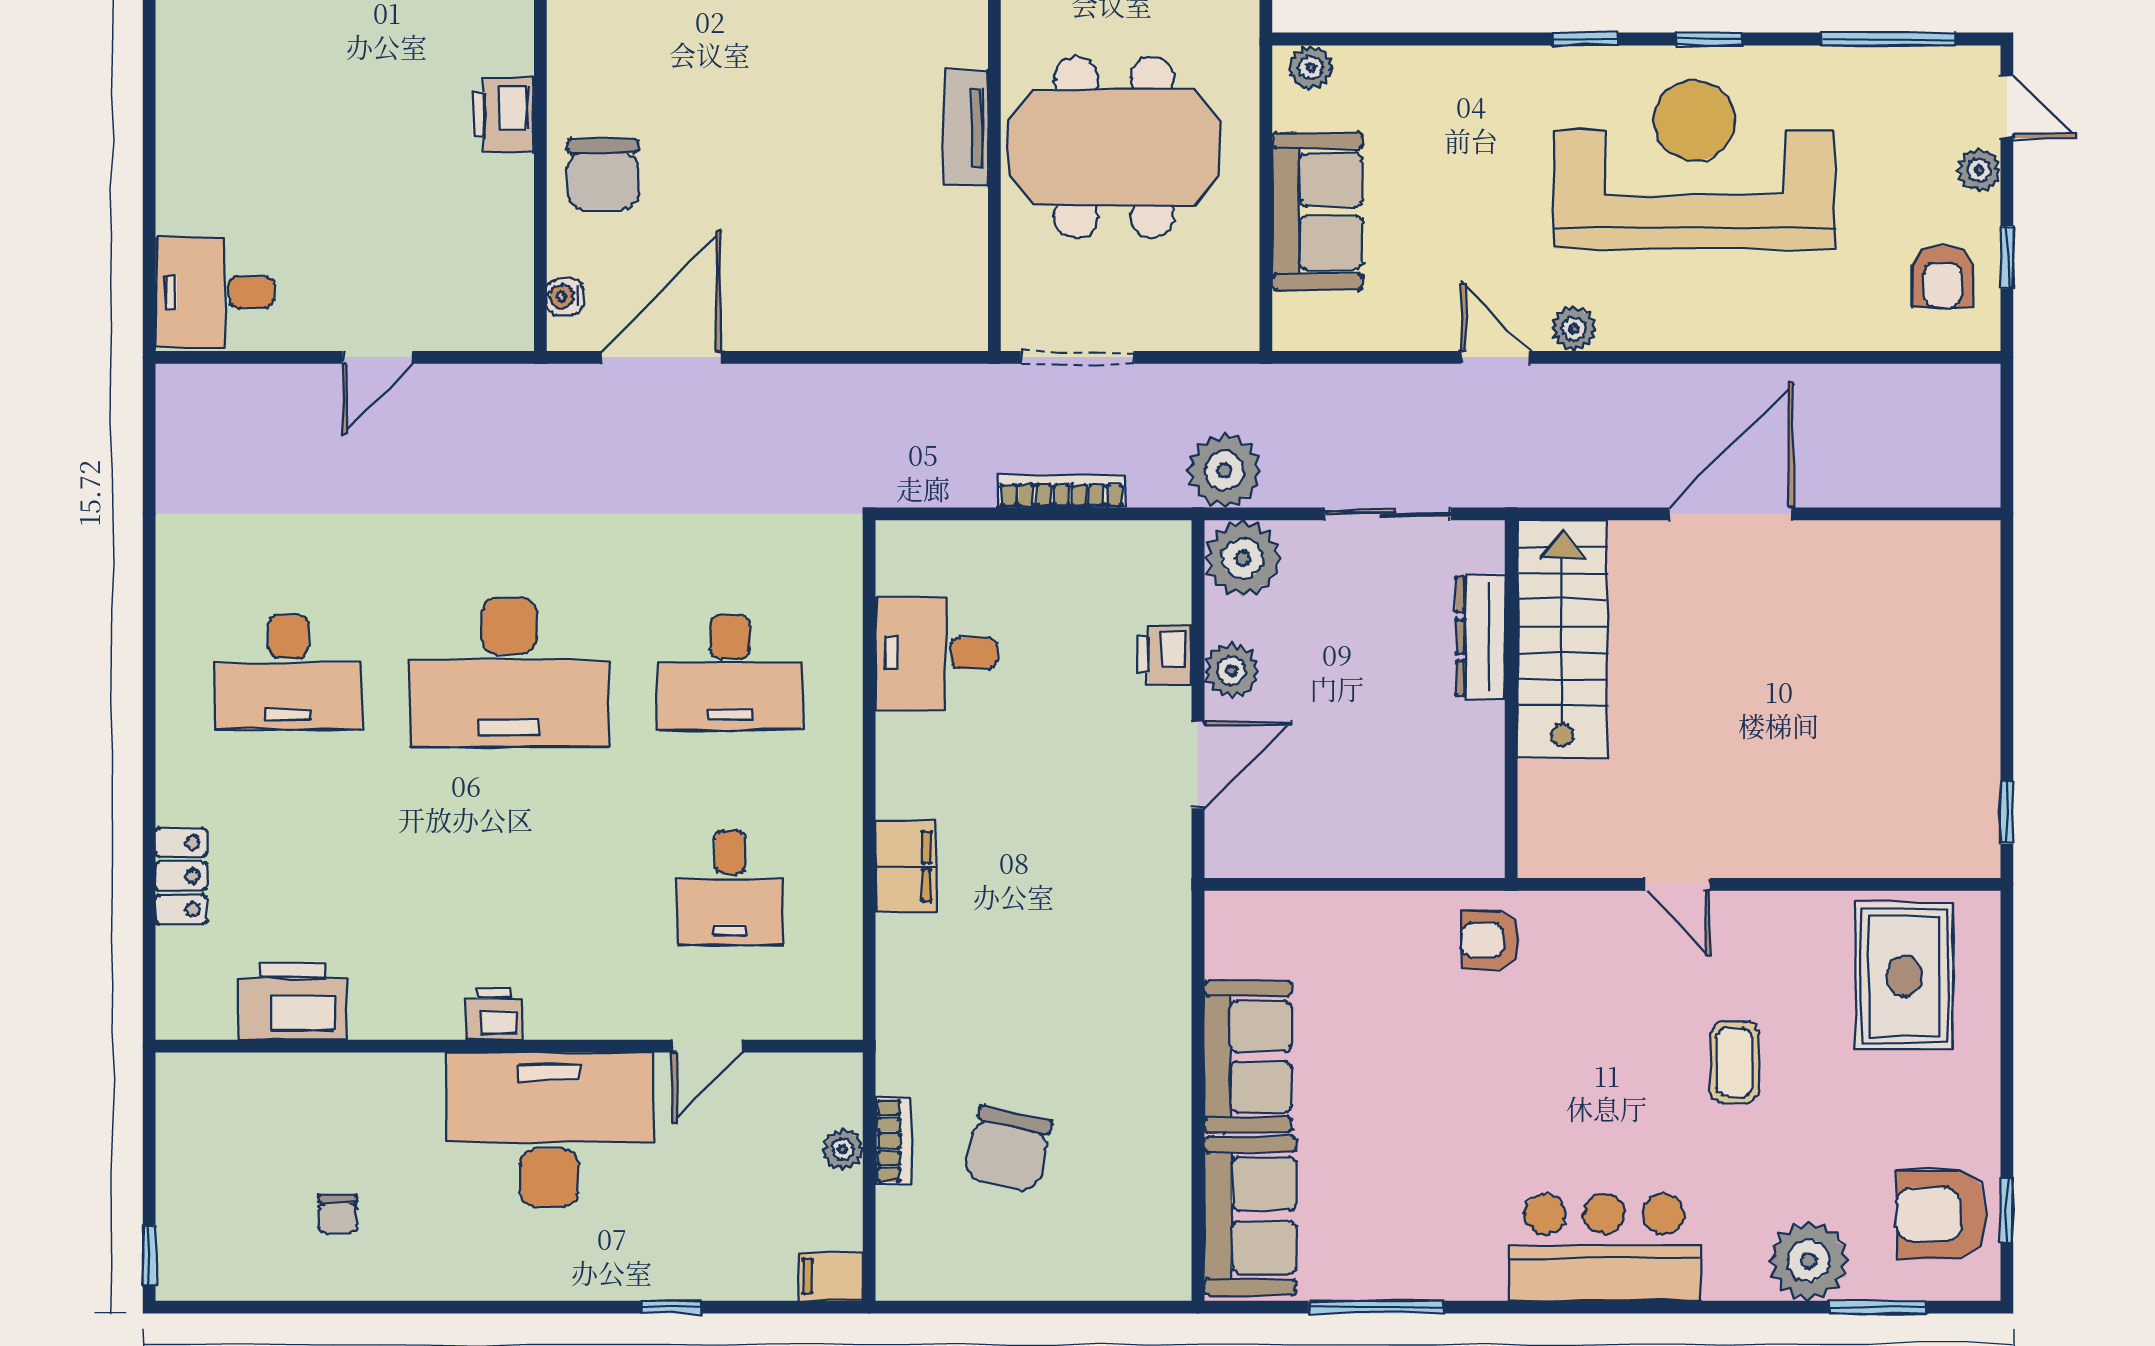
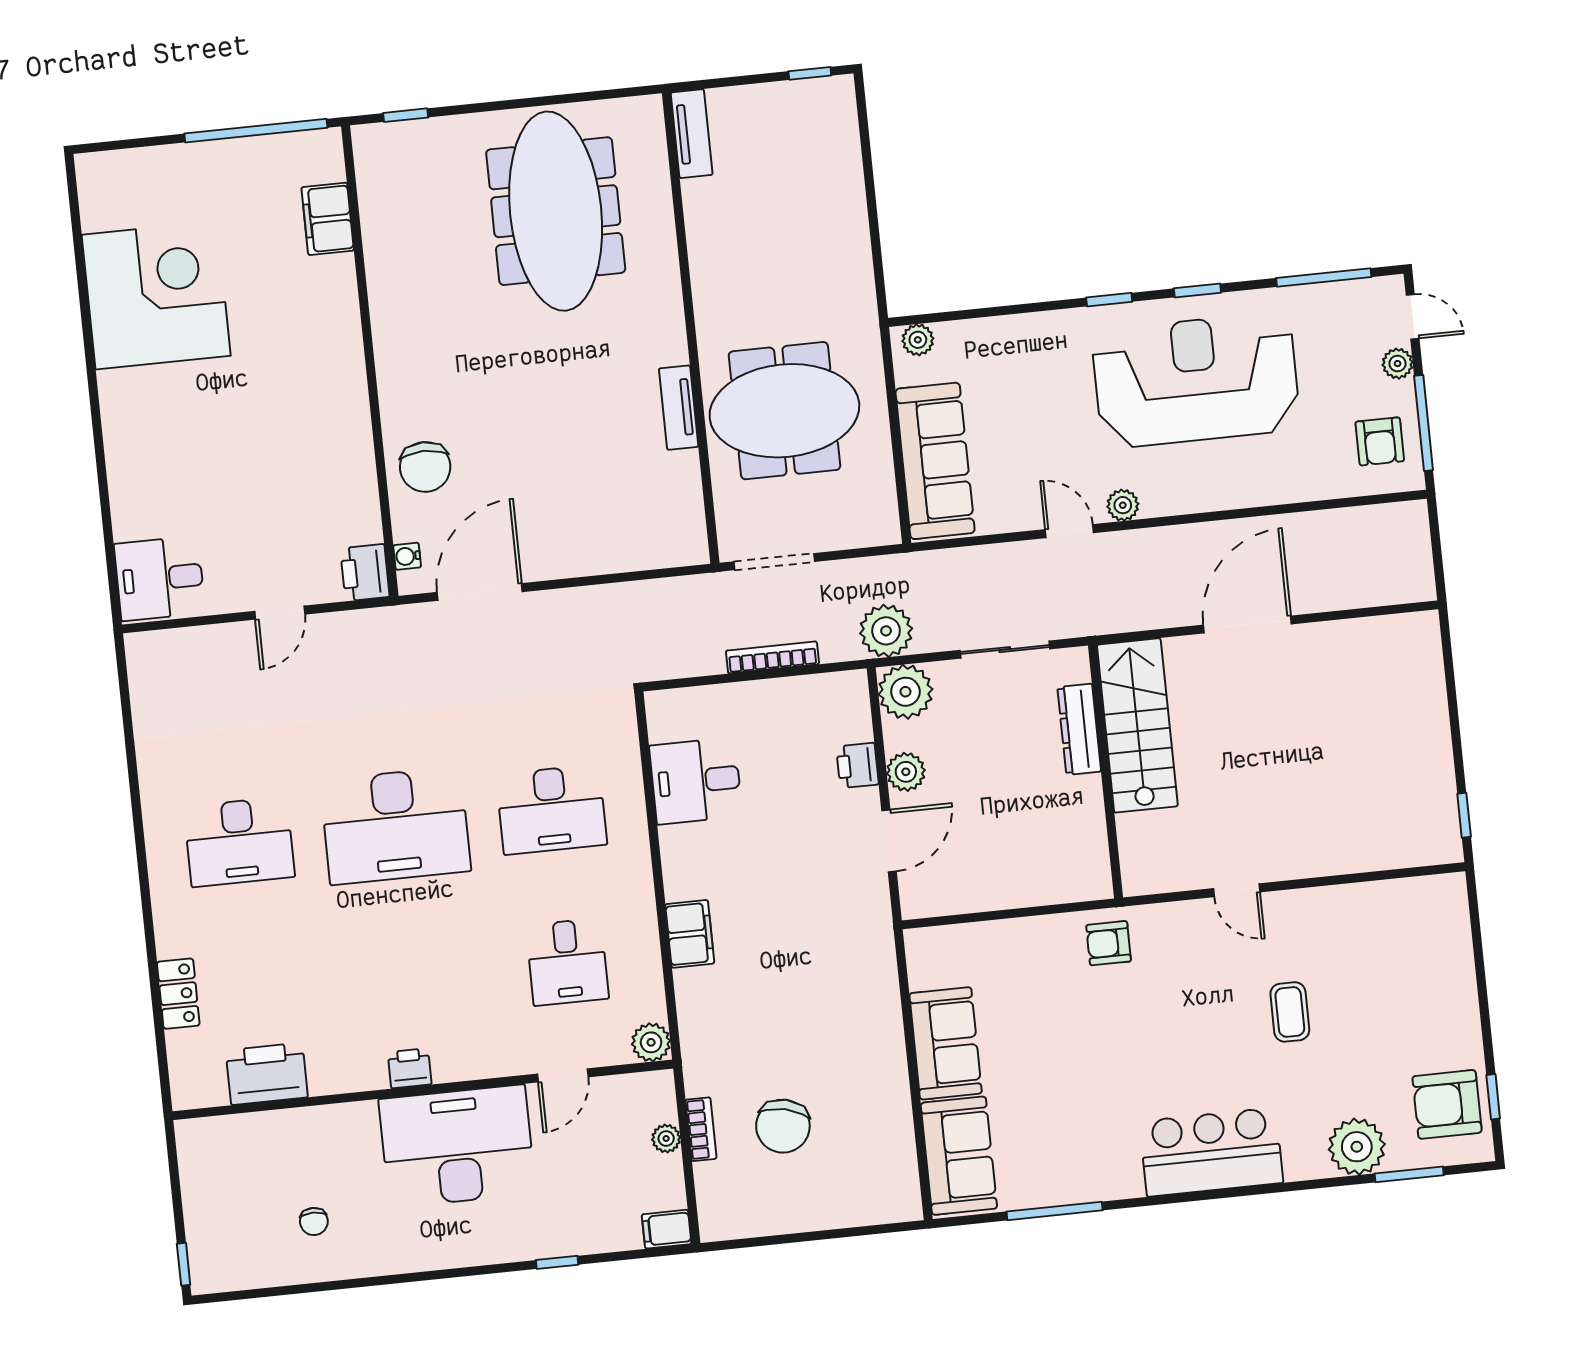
printer: (503, 115) -> (365, 573), moved
sofa: (1317, 211) -> (935, 461), width x1.36
window: (2007, 257) -> (1424, 423), width x2.17
rug: (1904, 976) -> (1404, 938), removed
plant: (836, 1013) -> (651, 1042), added

